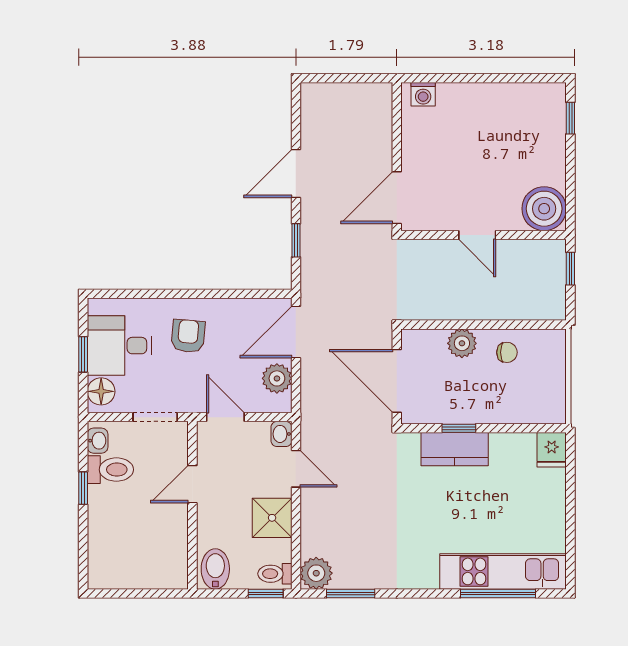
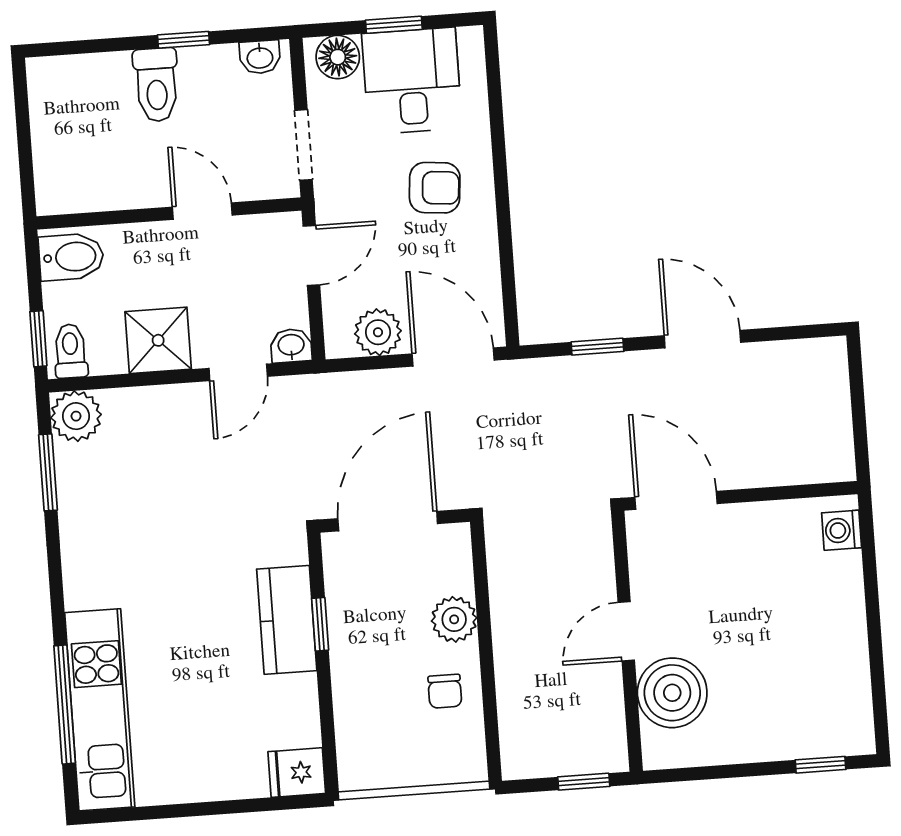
boiler: (544, 209) -> (672, 693), moved
toilet: (110, 470) -> (156, 85), moved

